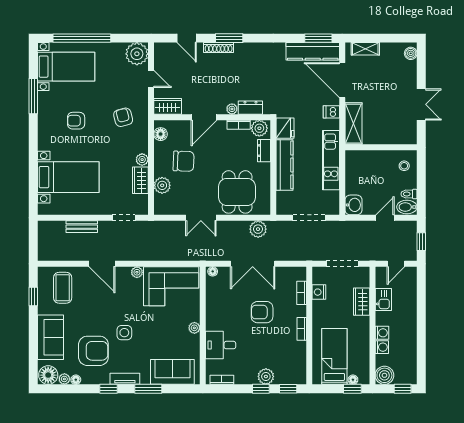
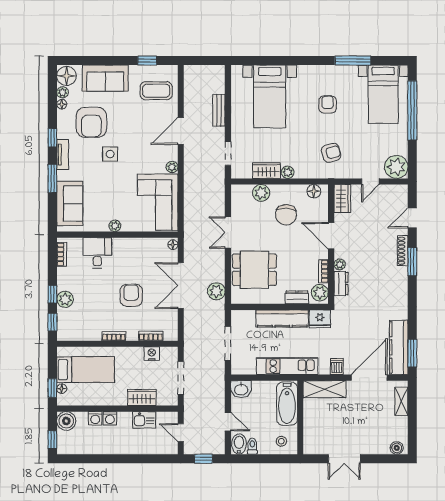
bathtub: (368, 160) -> (287, 404), added

